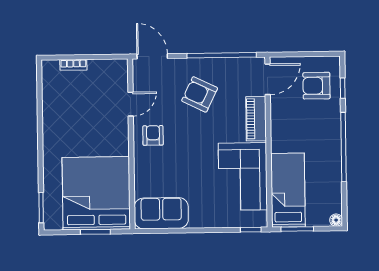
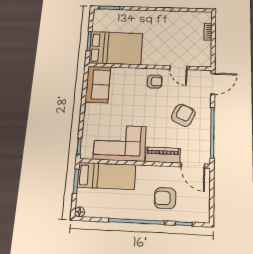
armchair: (316, 86) -> (165, 198), moved, turned -90
bed: (96, 193) -> (116, 48), width x0.73

